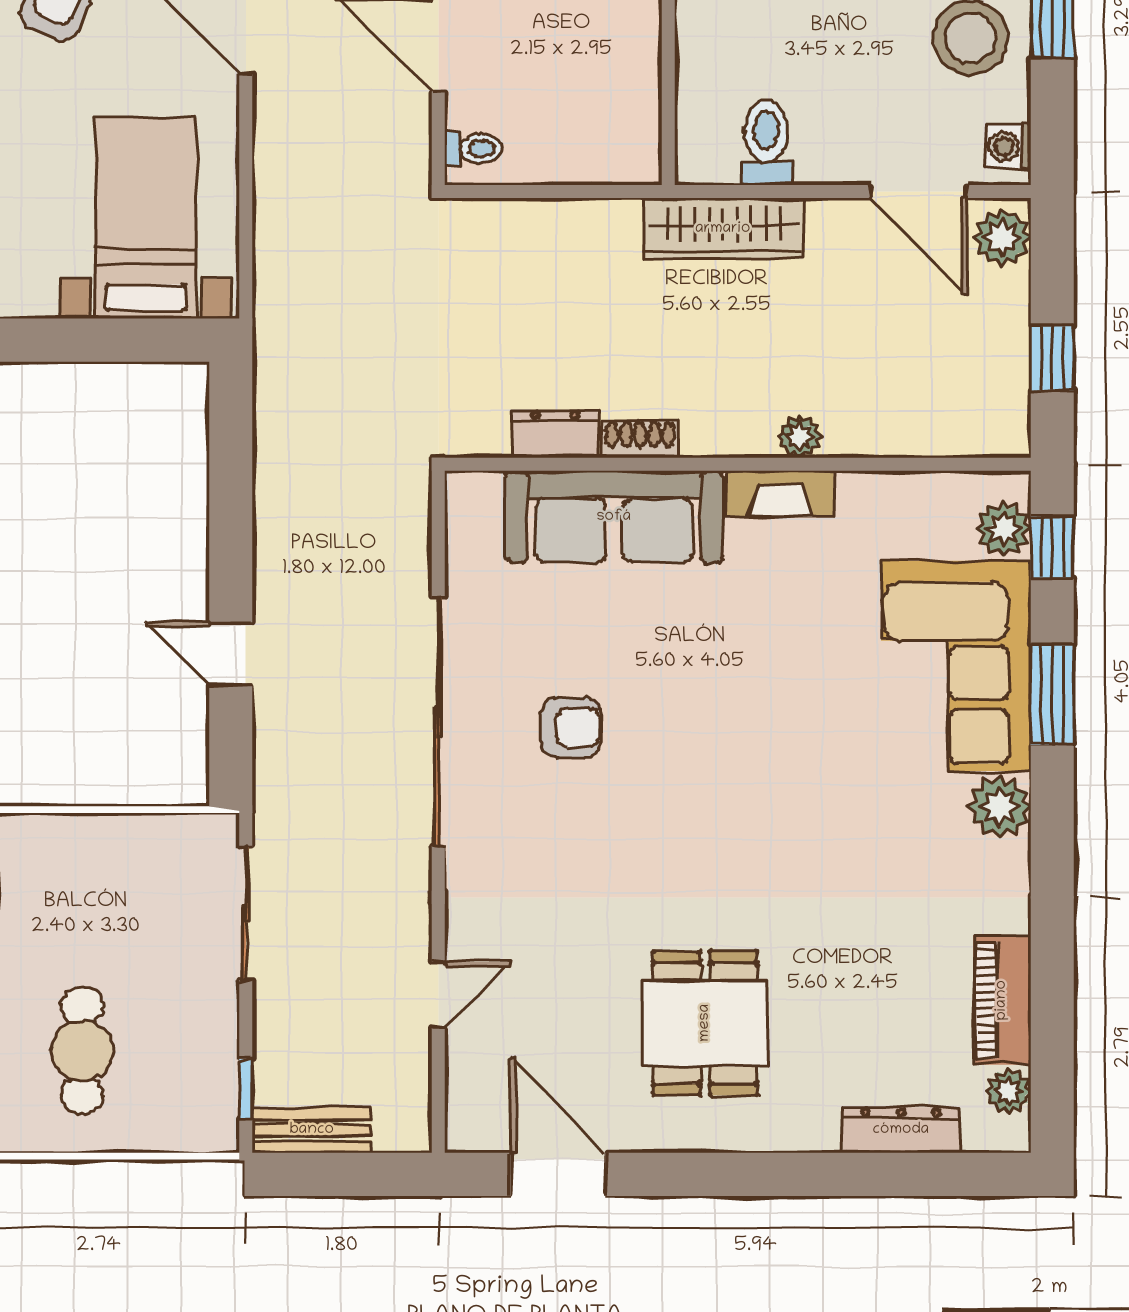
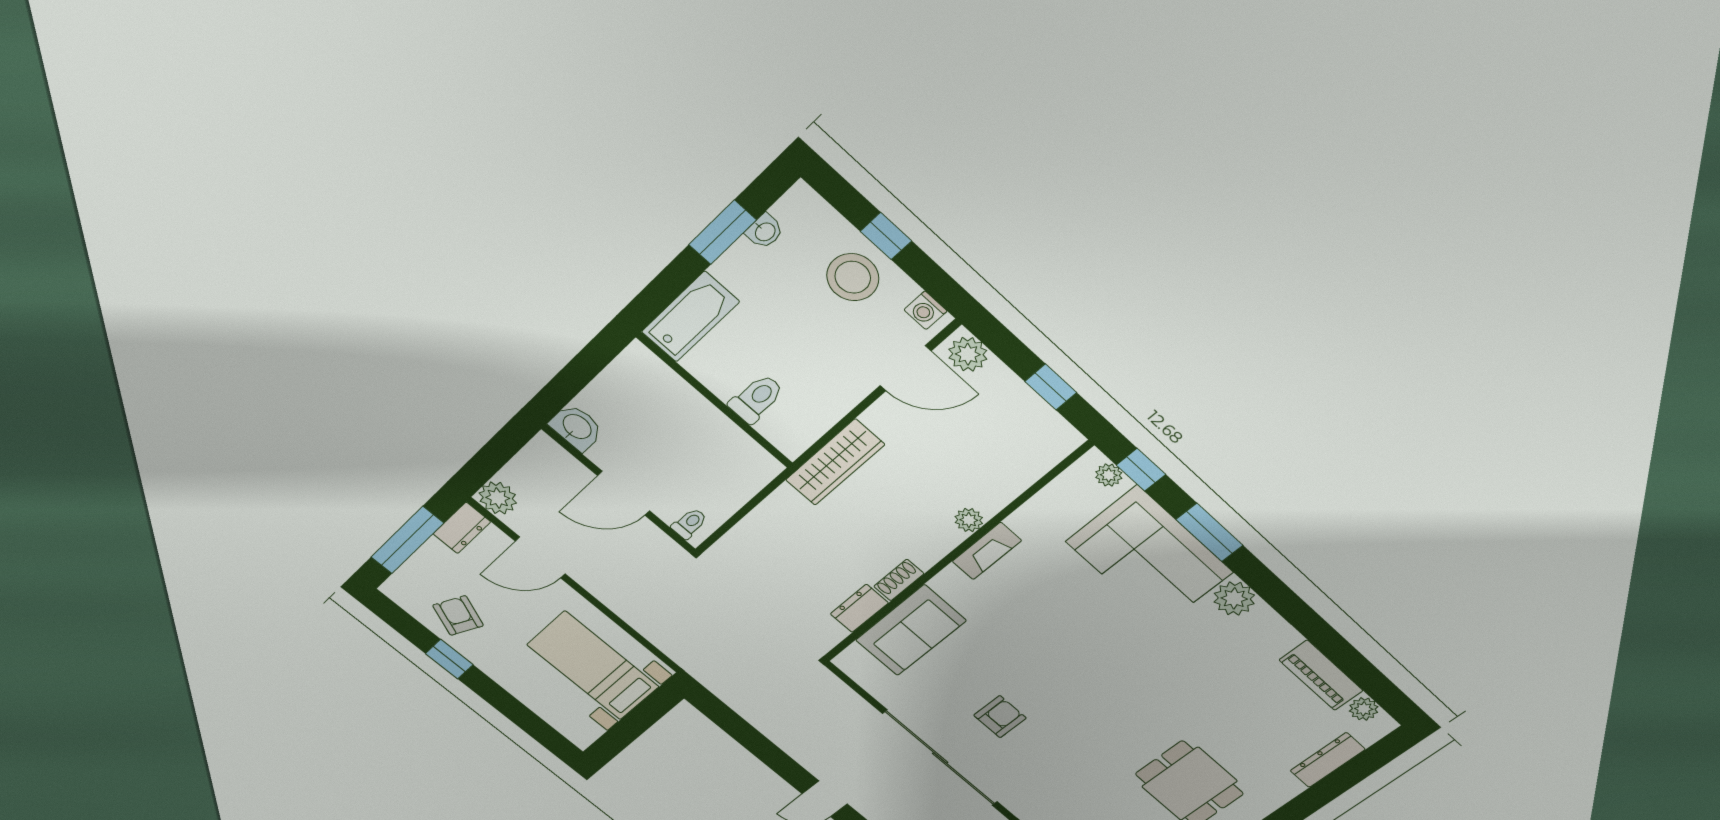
toilet: (766, 143) -> (757, 399), moved, turned 90
sofa: (614, 517) -> (911, 630), width x0.73
plant: (1003, 529) -> (1109, 475), width x0.73, depth x0.73

